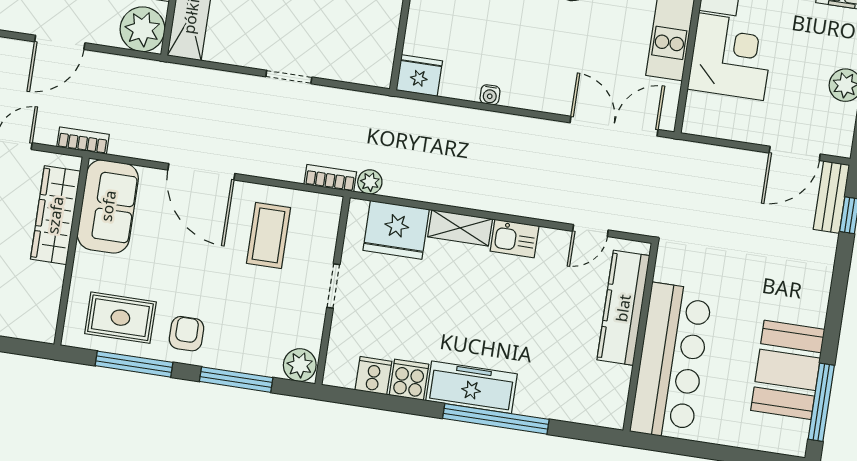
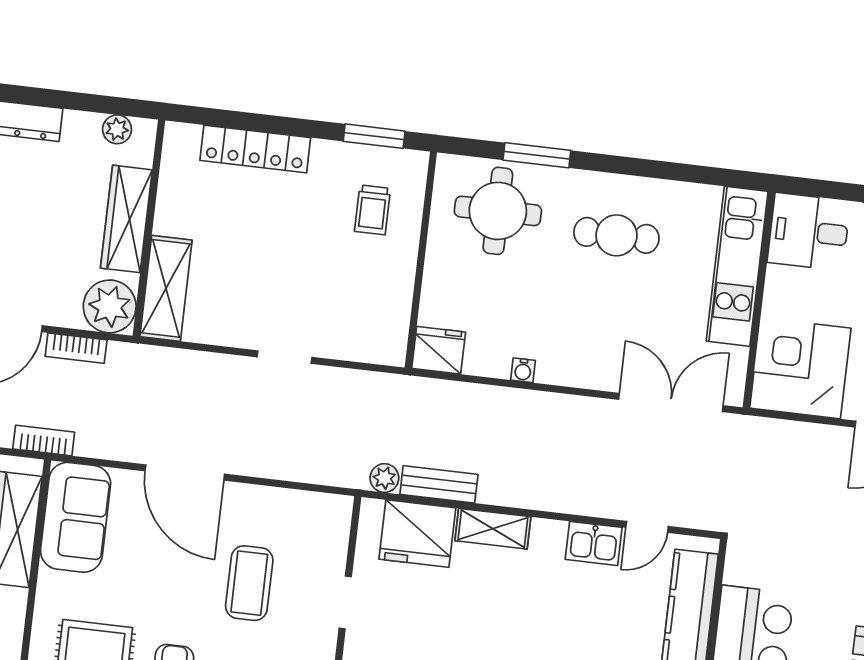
corner desk: (731, 57) -> (800, 368), moved, turned -90
bookcase: (330, 178) -> (76, 348), moved, turned 180
bench: (416, 189) -> (439, 484), added
coffee table: (269, 235) -> (249, 583), moved
kitchen sink: (515, 238) -> (594, 543), moved

